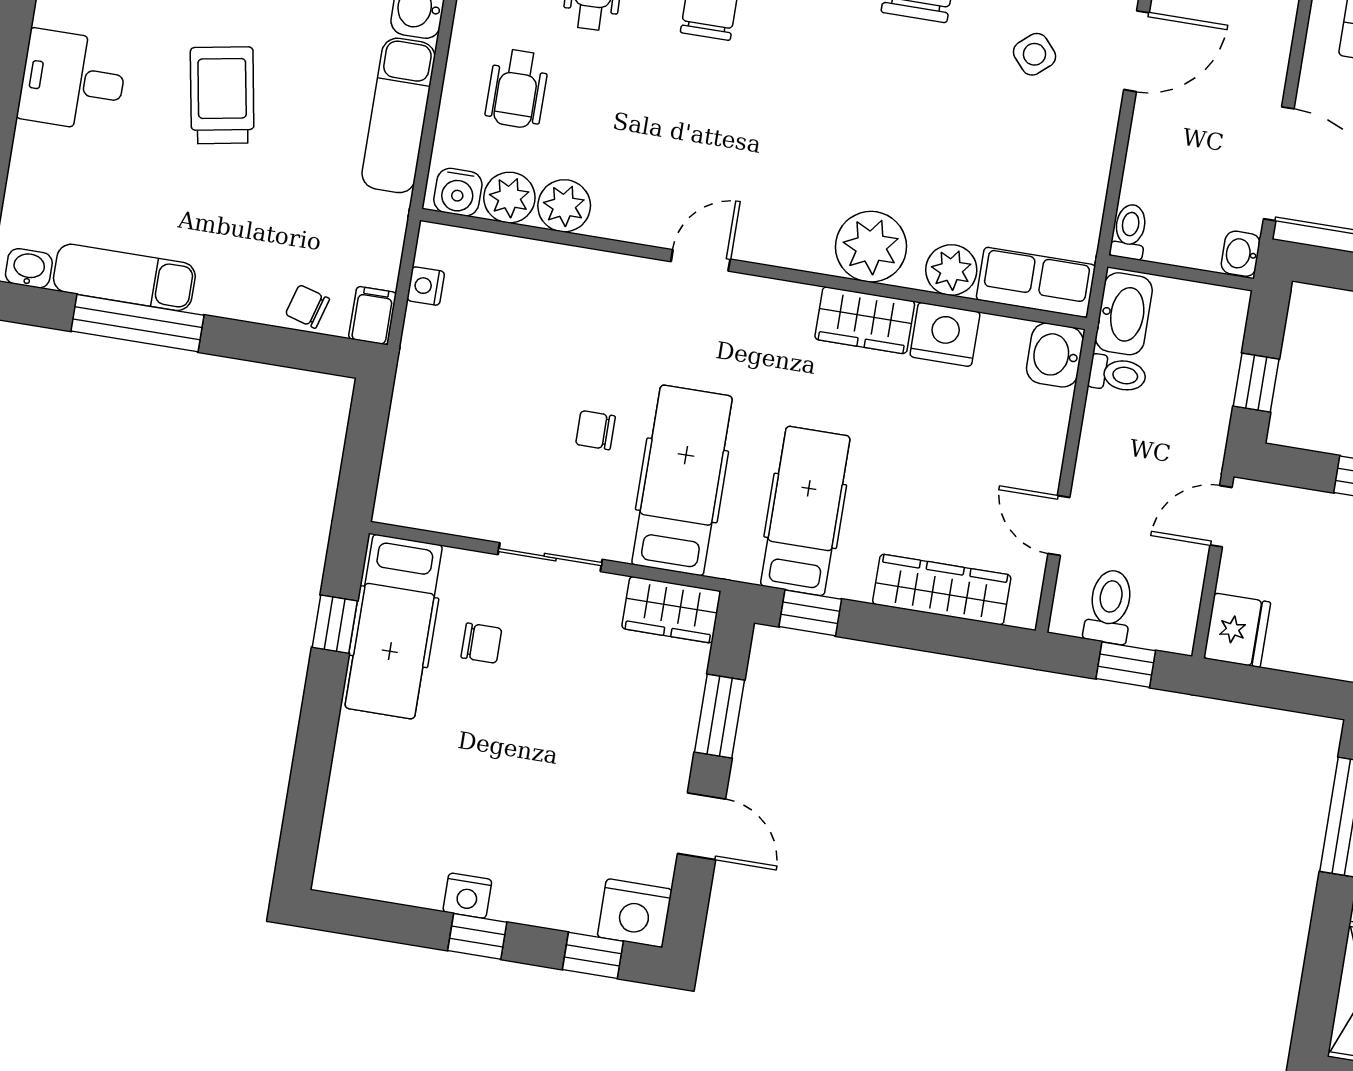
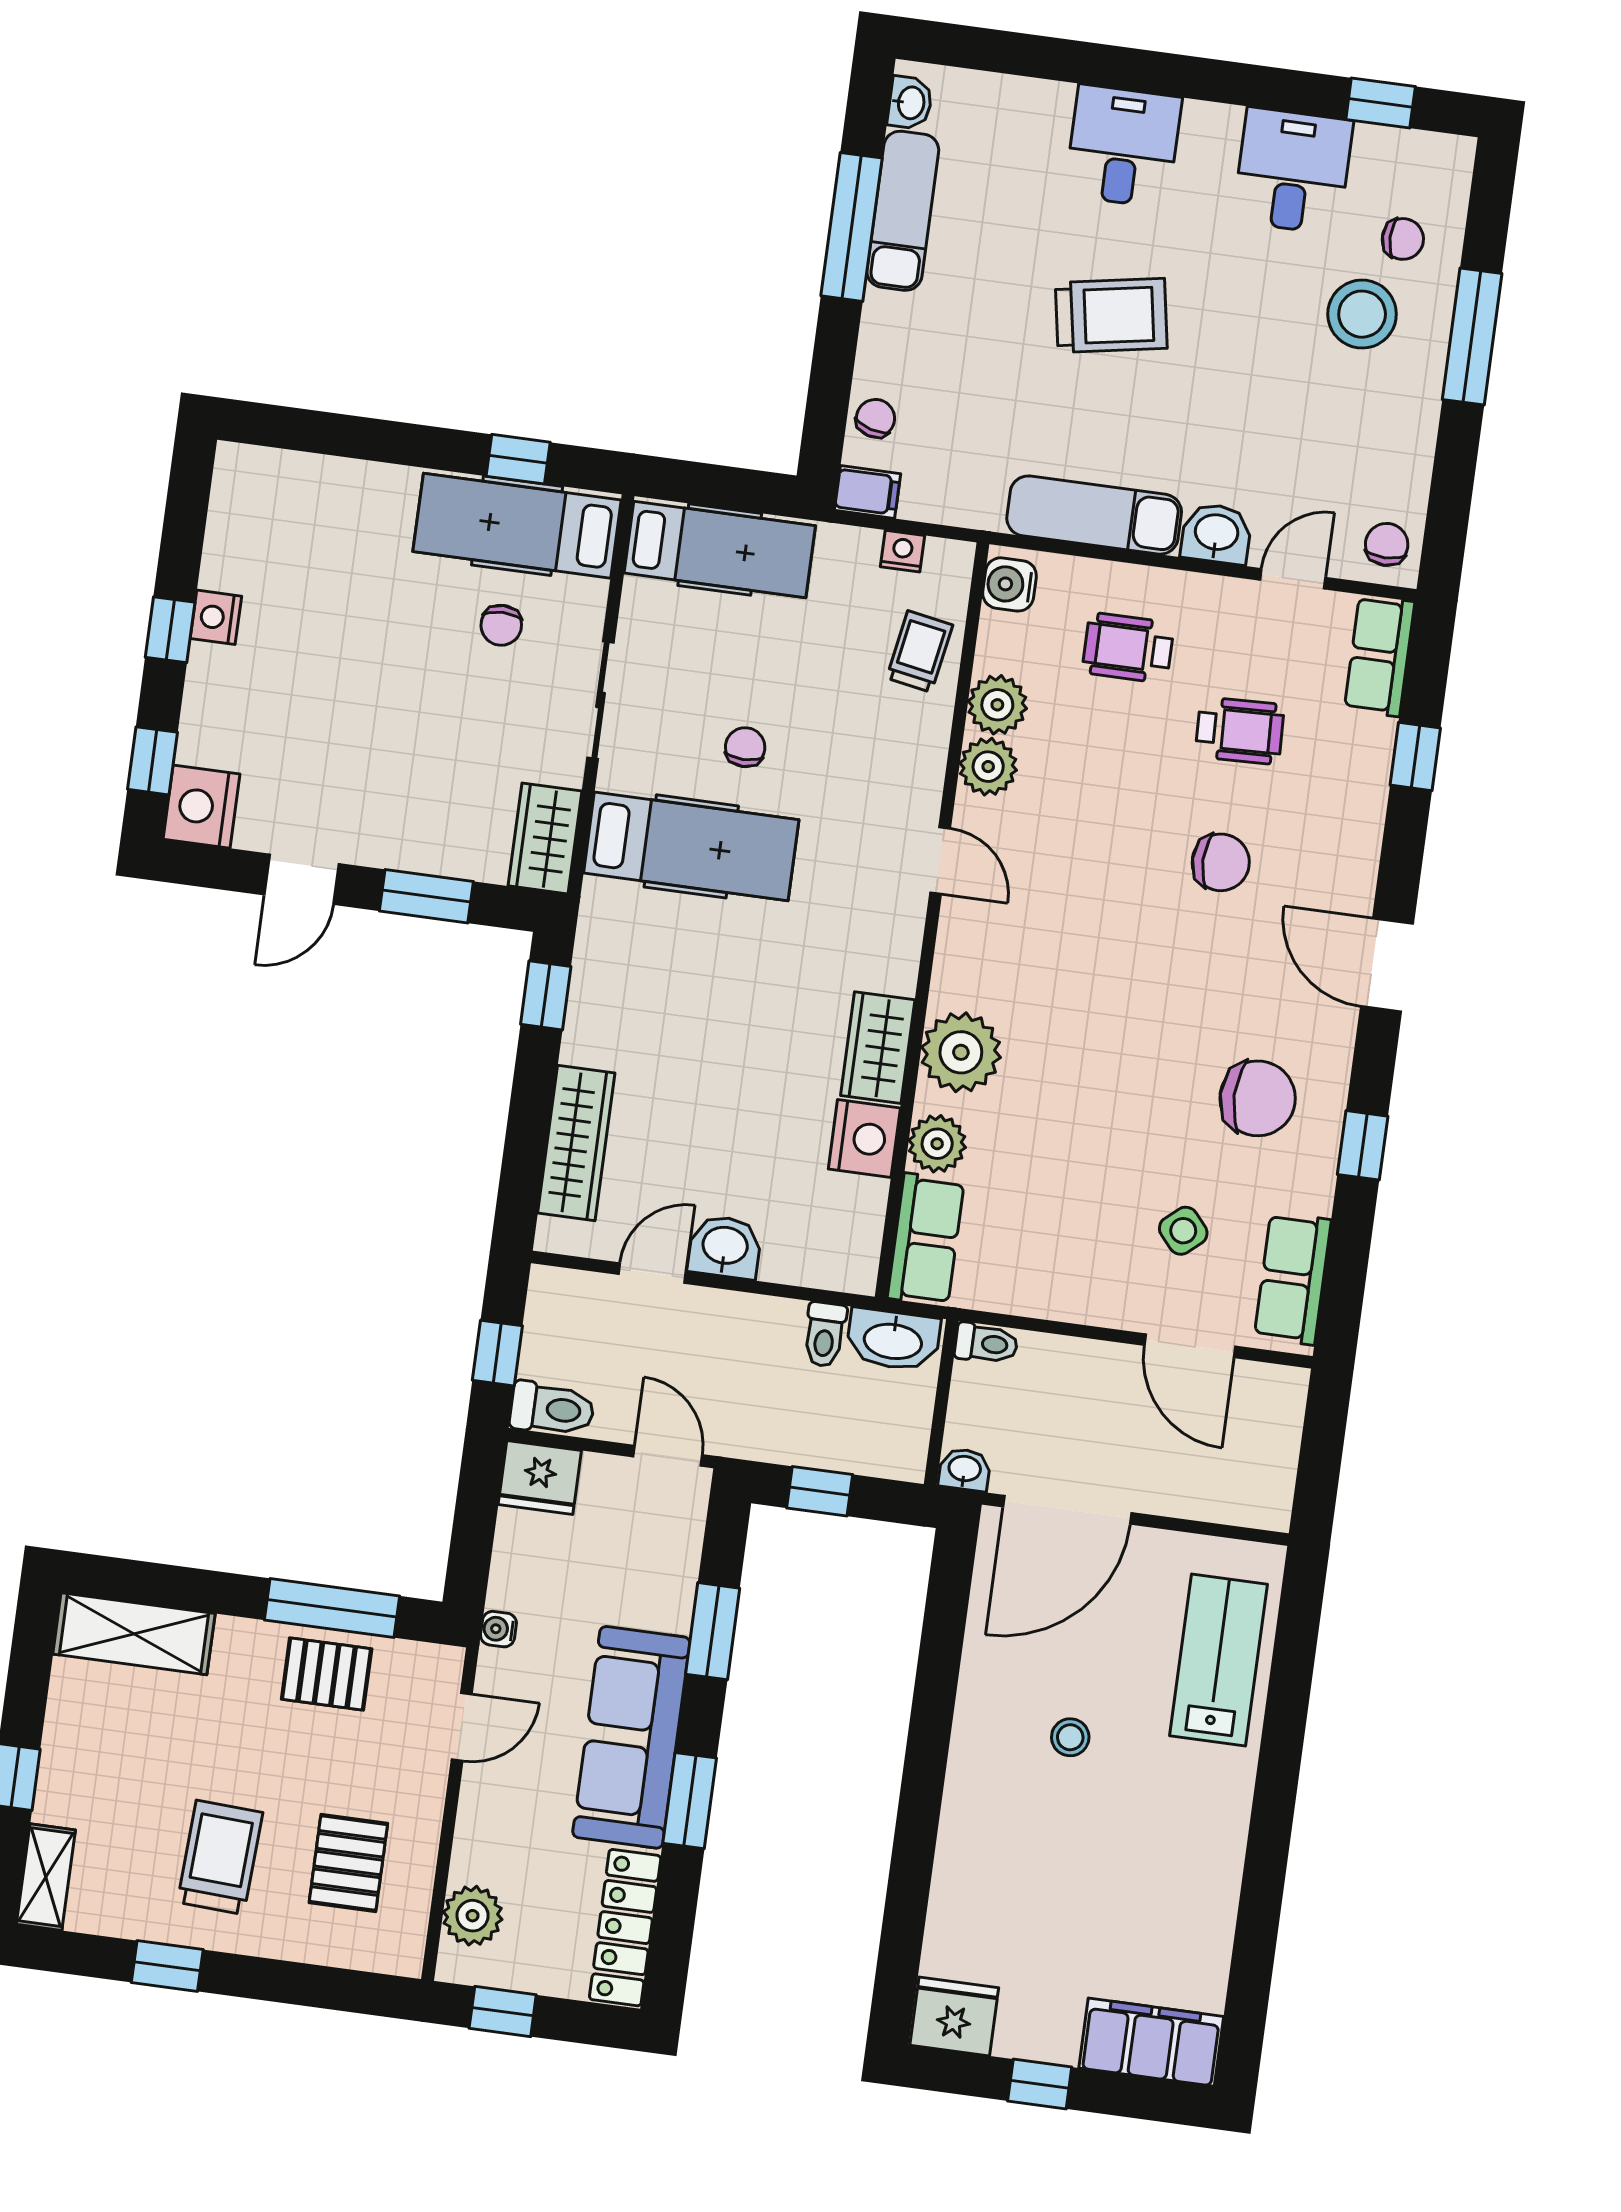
plant: (509, 198) -> (988, 767), moved
trolley: (515, 273) -> (920, 652), added
washbasin: (1055, 355) -> (725, 1247), moved
hospital bed: (805, 511) -> (720, 549), moved
toilet: (1109, 606) -> (552, 1409), moved

